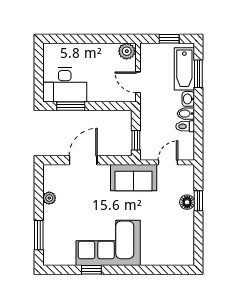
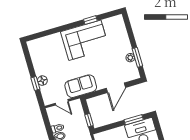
window: (136, 140) -> (89, 120), moved
door: (168, 162) -> (62, 102), hinge flipped
window: (39, 235) -> (137, 57), moved

